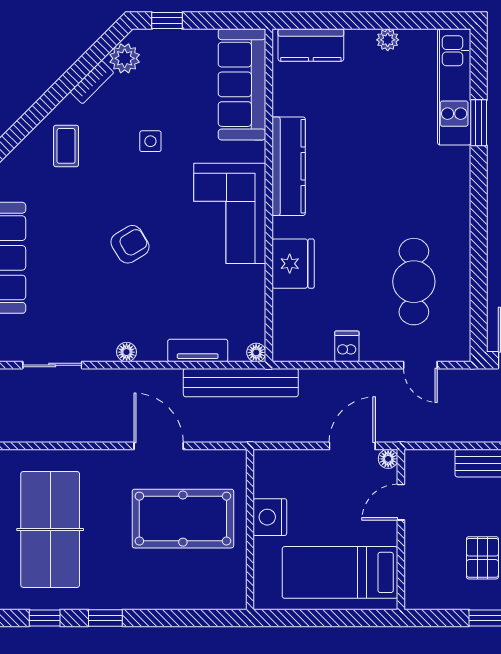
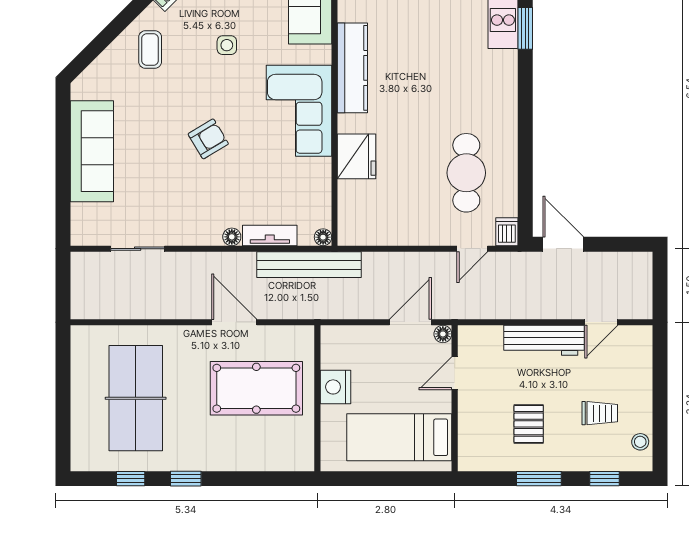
dishwasher: (347, 346) -> (507, 232), moved
floor lamp: (127, 352) -> (232, 237), moved
door: (420, 365) -> (472, 249), hinge flipped

